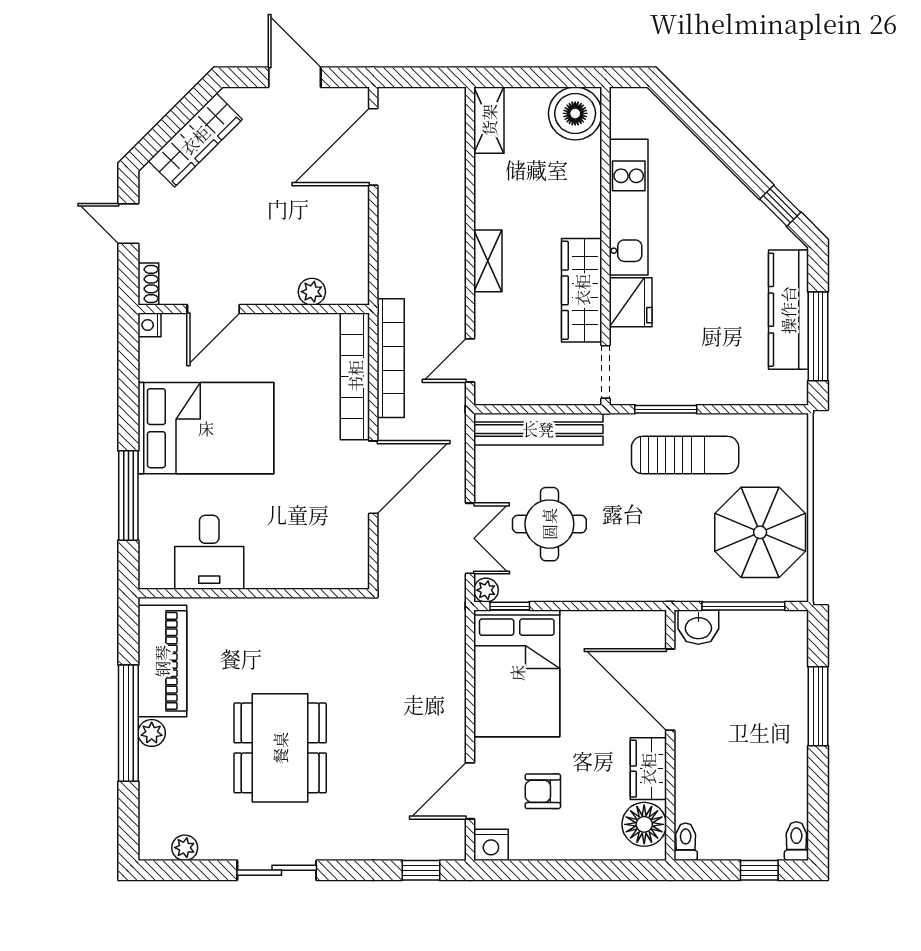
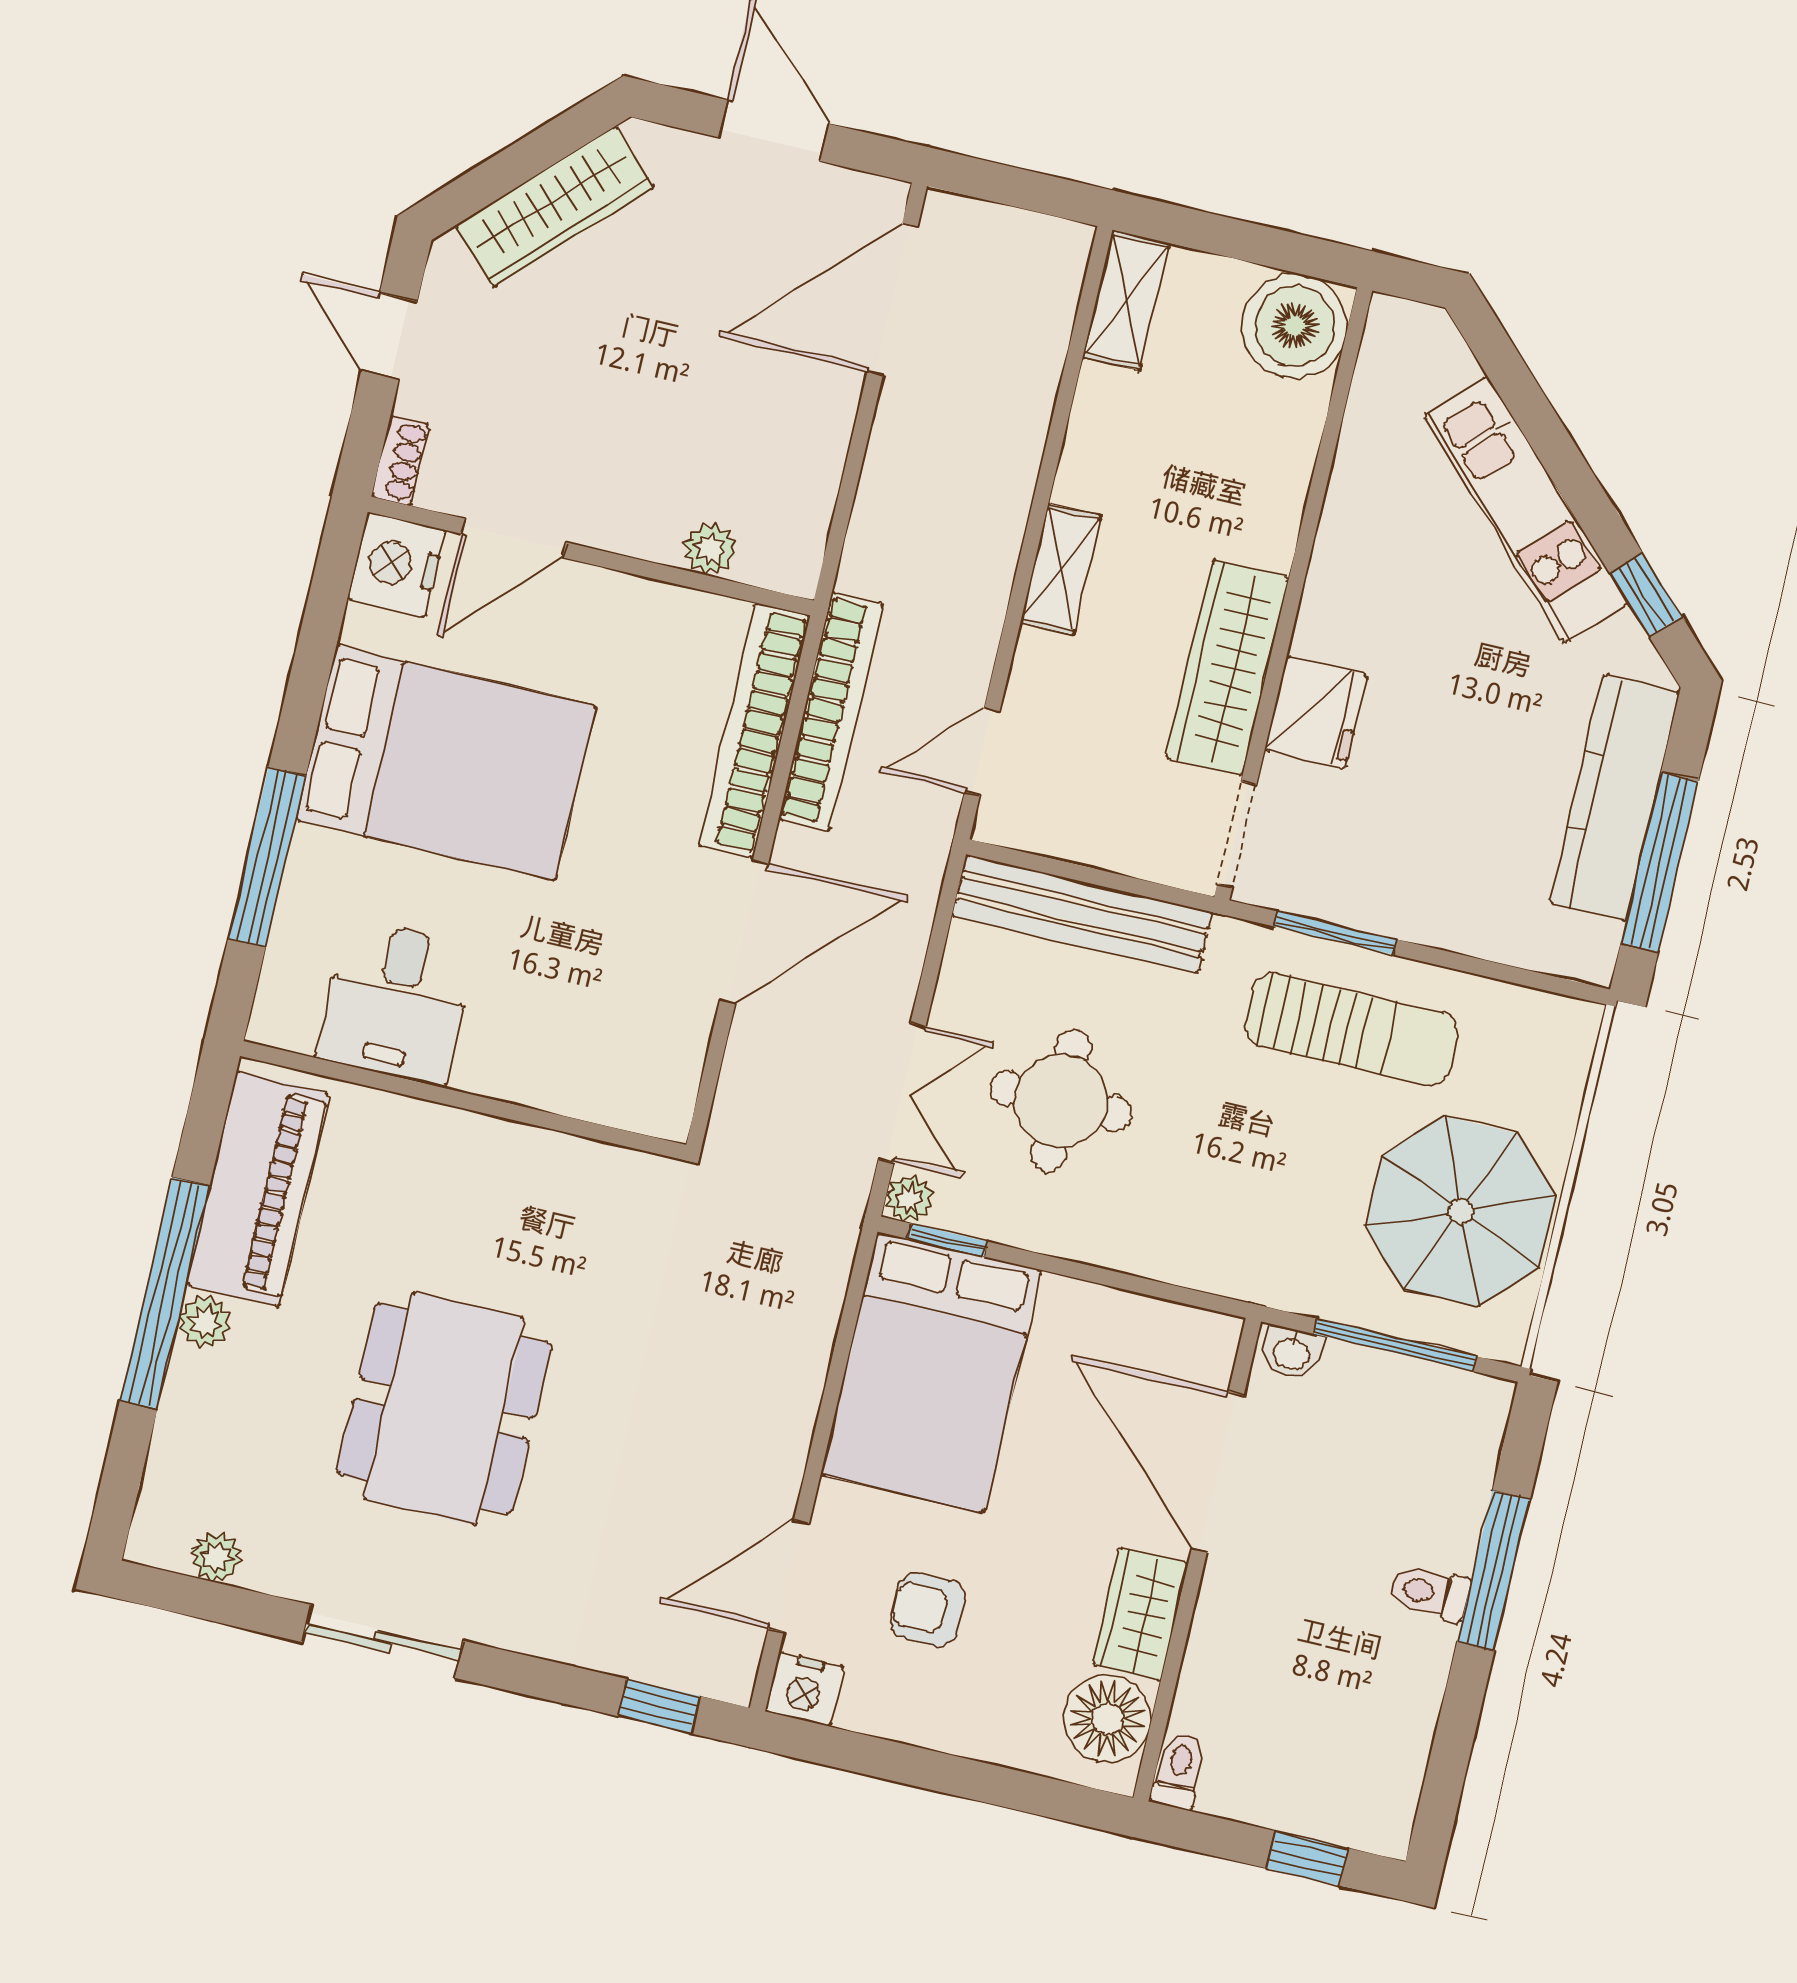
kitchen unit: (629, 207) -> (1526, 509), moved, turned 135
nightstand: (149, 325) -> (396, 564), width x1.89, depth x1.79
washbasin: (698, 627) -> (1291, 1353), width x0.72, depth x0.69
toilet: (796, 841) -> (1429, 1593), moved, turned -90

